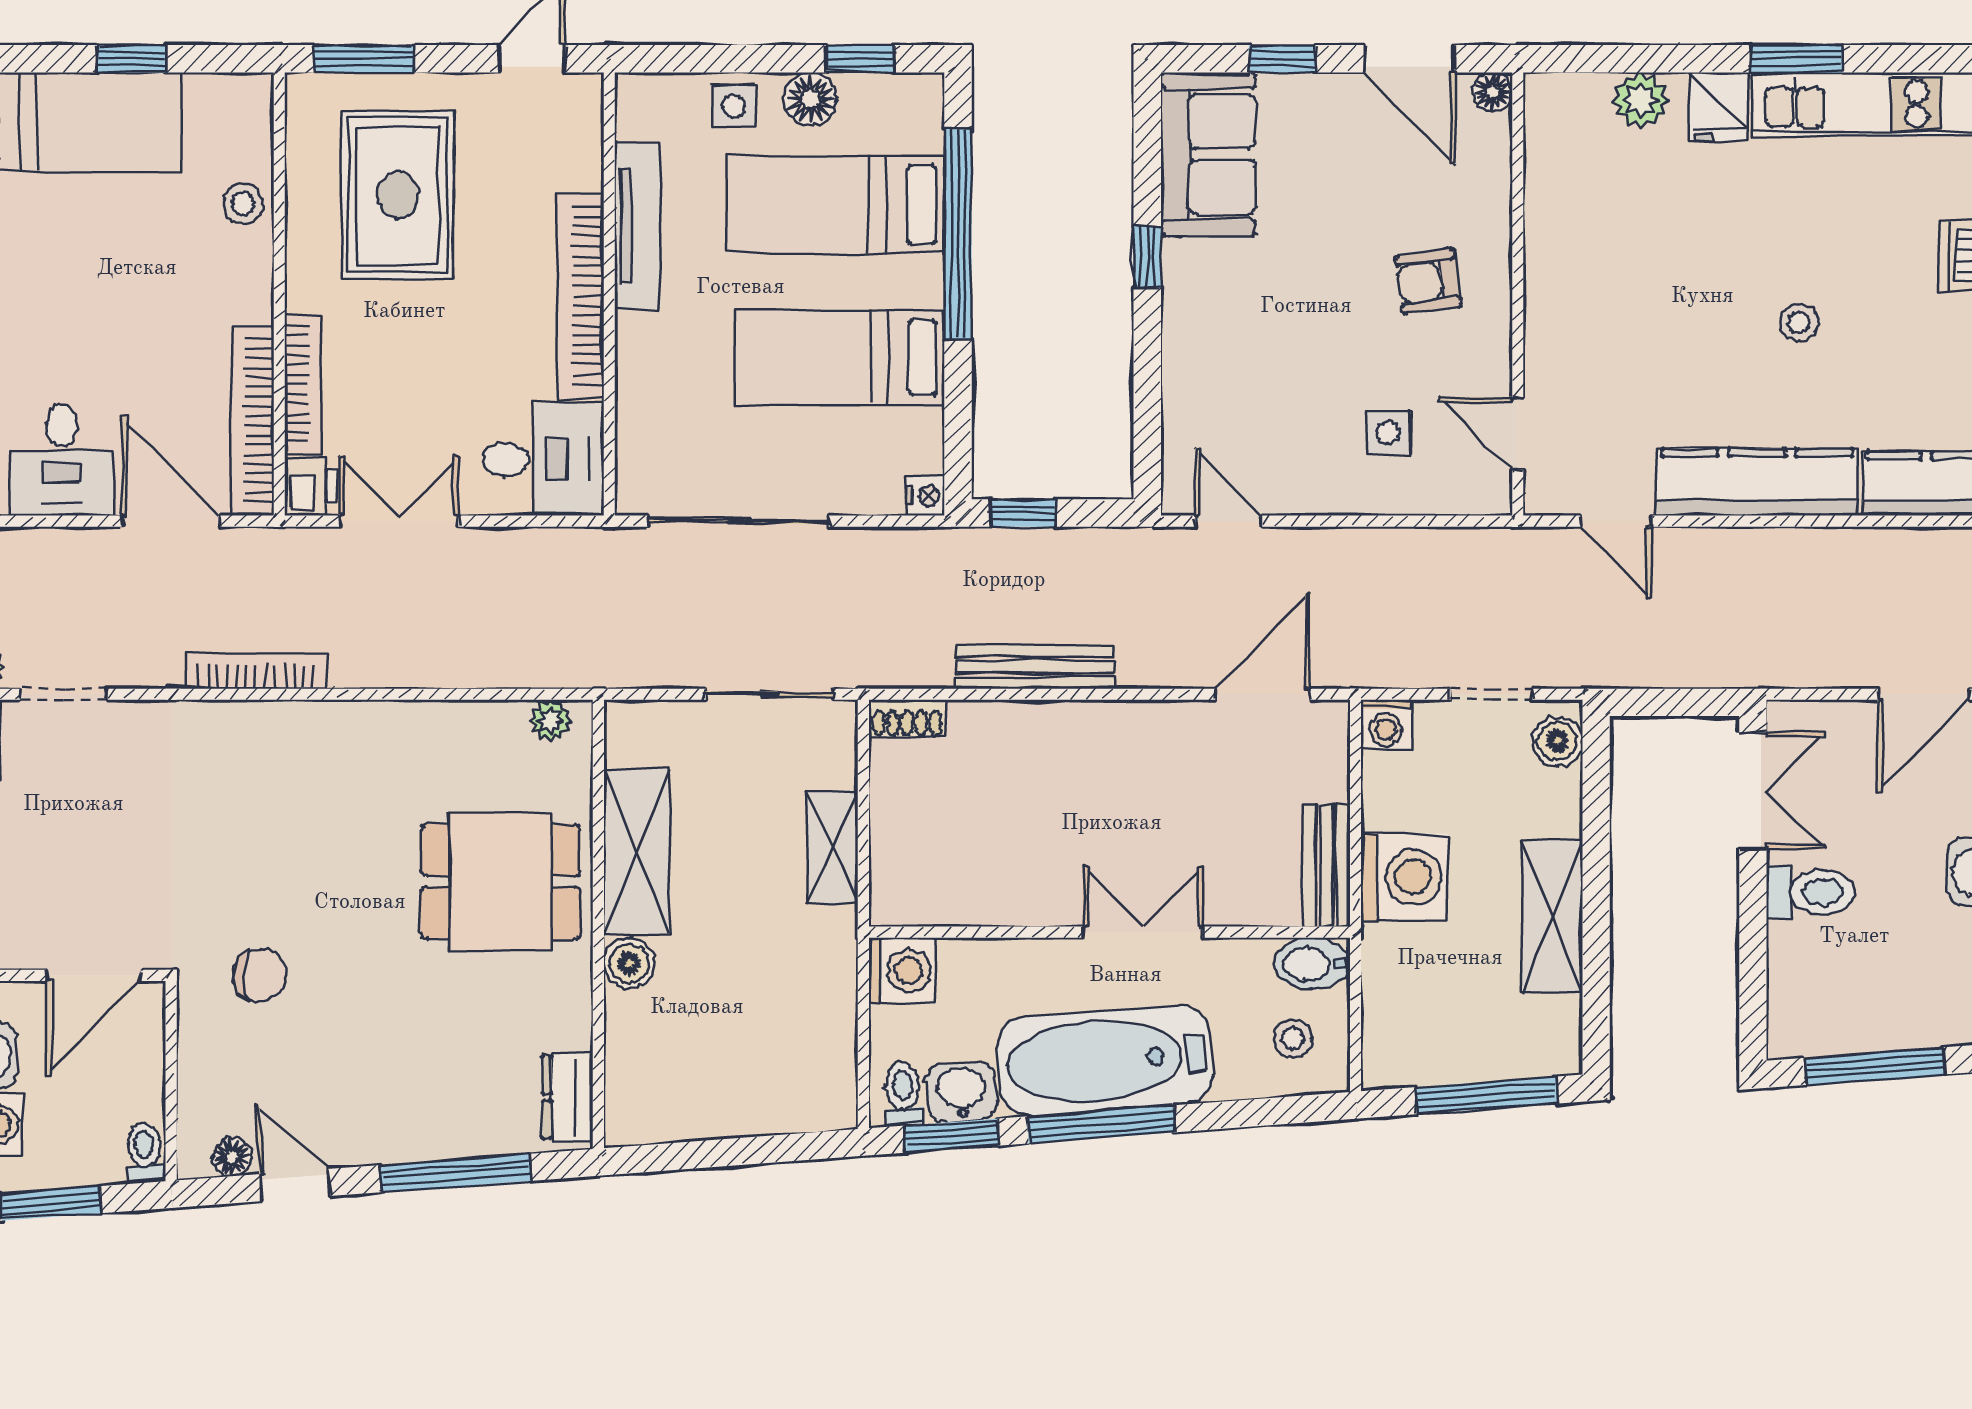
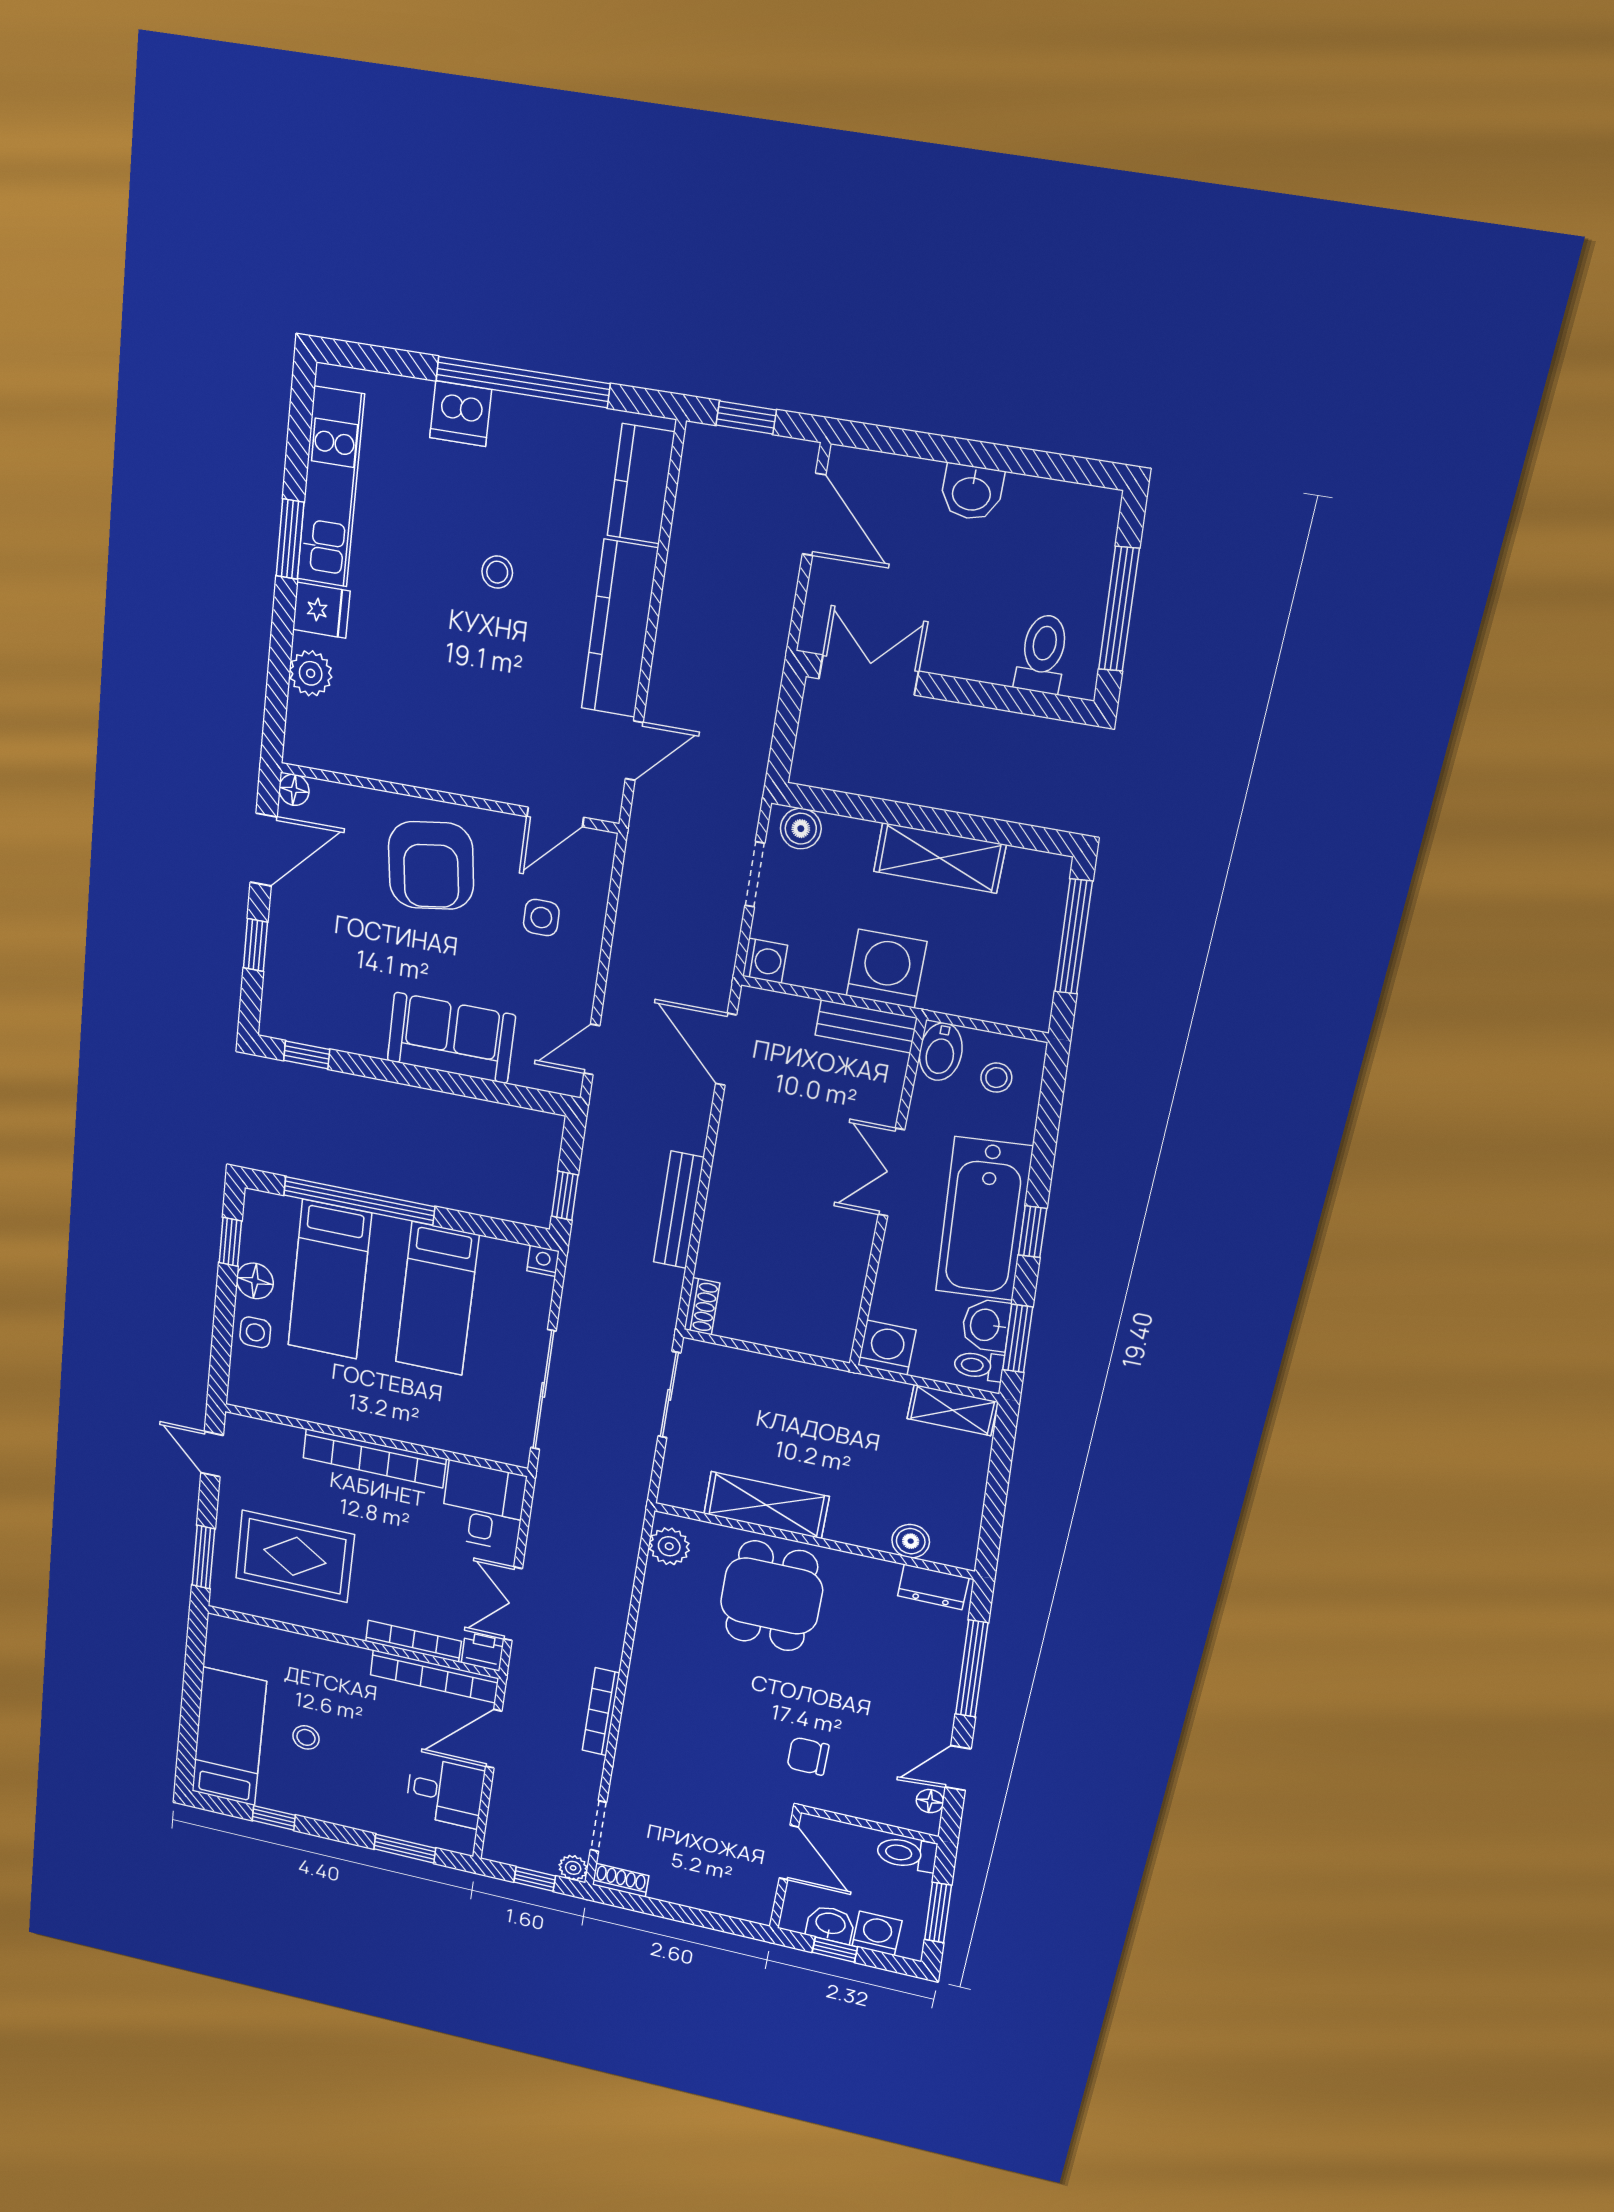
window: (132, 59) -> (192, 1693), removed
sofa: (1208, 154) -> (451, 1038), moved
stool: (243, 204) -> (306, 1737), moved
tv unit: (637, 226) -> (331, 1412), removed
window: (1147, 257) -> (307, 1055), moved
armchair: (1428, 281) -> (431, 866), width x1.88, depth x1.88
plant: (551, 721) -> (669, 1546), width x1.38, depth x1.38
shelving: (833, 847) -> (952, 1410), moved
toilet: (1811, 892) -> (1043, 654), moved
boiler: (629, 963) -> (911, 1541), moved
chair: (260, 975) -> (808, 1756), turned -90
window: (1101, 1124) -> (1032, 1232), width x0.46
toilet: (145, 1153) -> (907, 1854), width x1.37, depth x1.39

